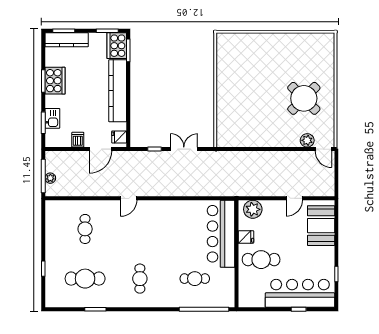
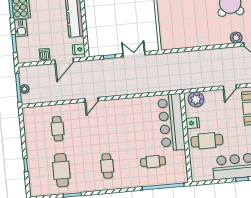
kitchen sink: (52, 118) -> (21, 28), moved
cafe table: (85, 279) -> (61, 170), turned 90

